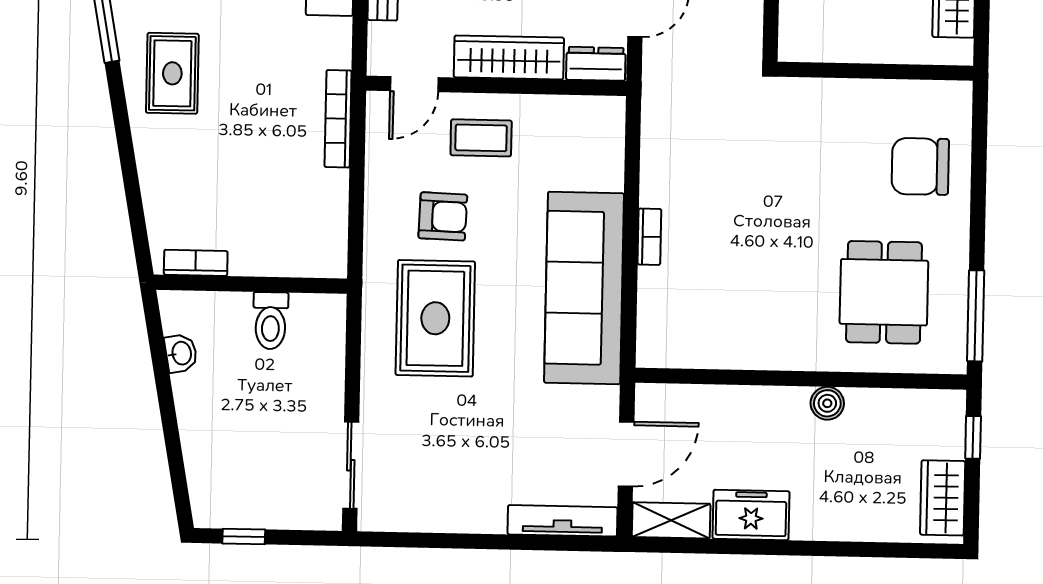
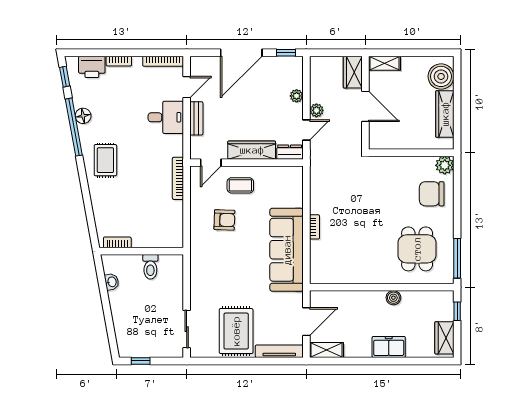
plant: (951, 101) -> (445, 165), added
rug: (435, 318) -> (236, 331), moved
freezer: (751, 515) -> (389, 347), moved

